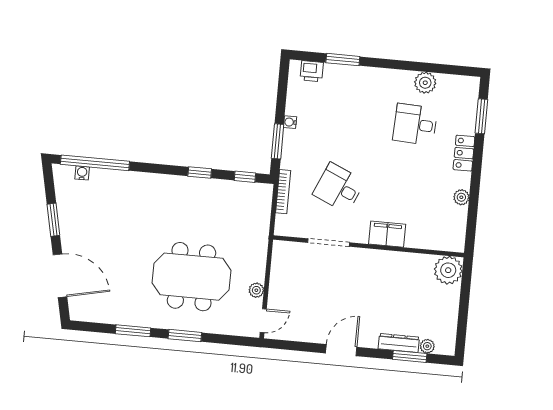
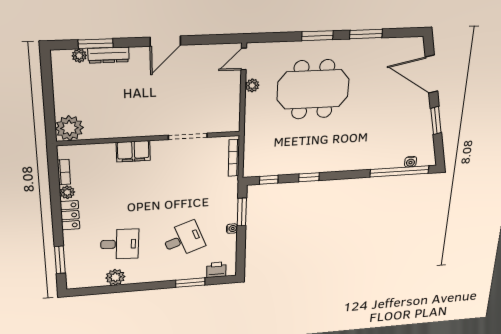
locker: (464, 153) -> (70, 215), moved
desk: (339, 188) -> (183, 239), moved, turned -45
bookcase: (283, 192) -> (234, 158), moved
bookcase: (461, 221) -> (64, 172), added

